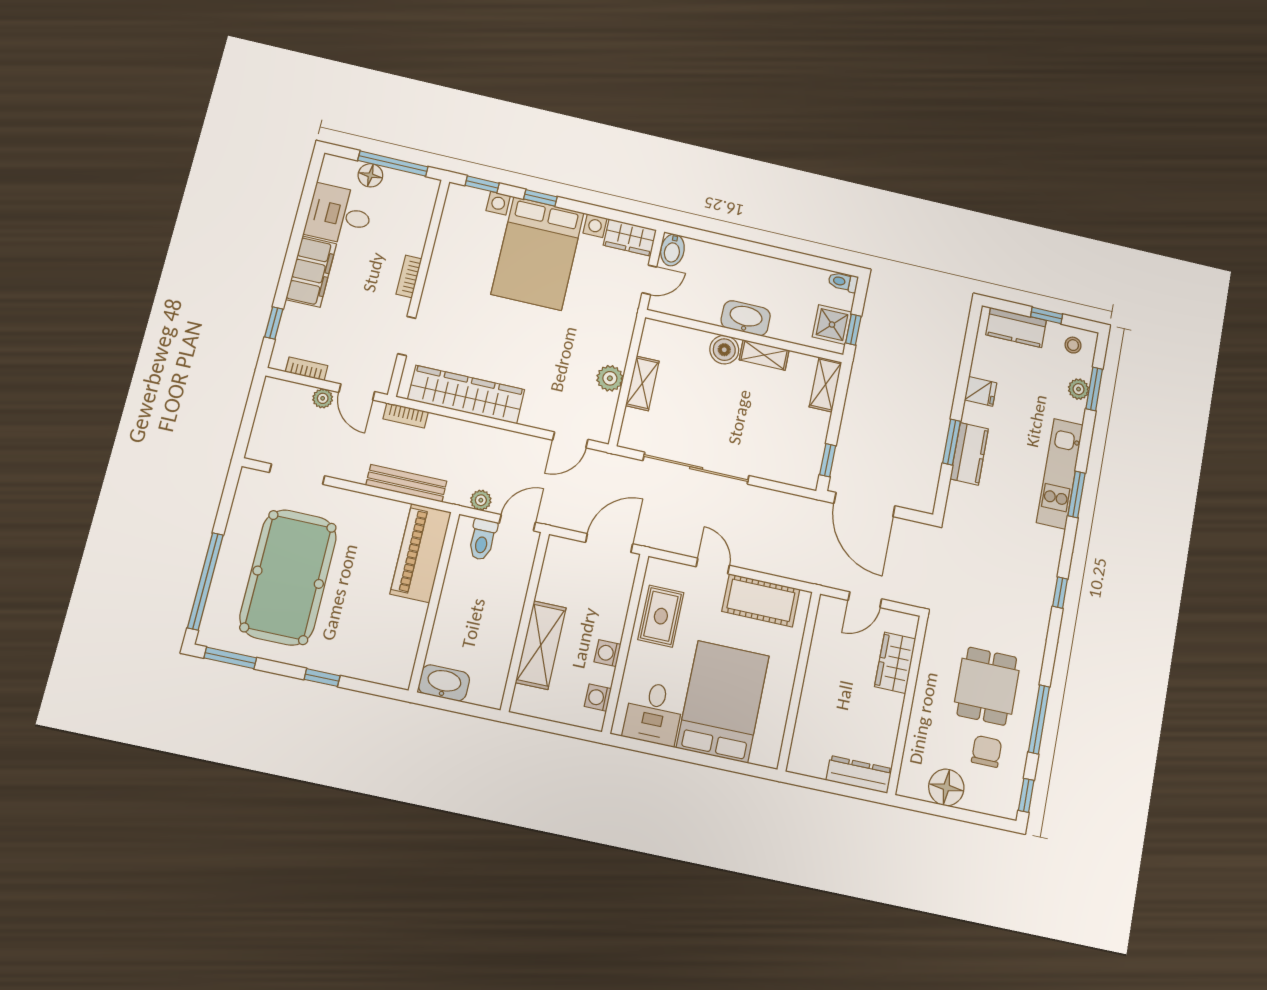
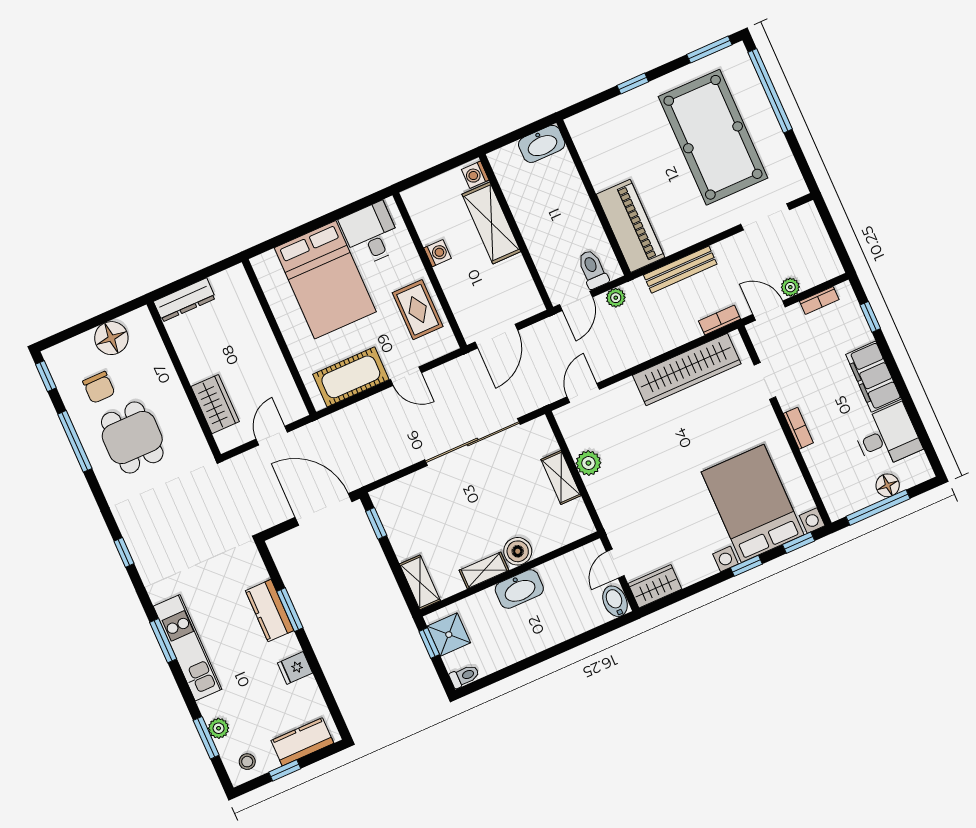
bed with nightstands: (538, 253) -> (753, 503), moved
washing machine: (598, 698) -> (475, 175), moved, turned 180

